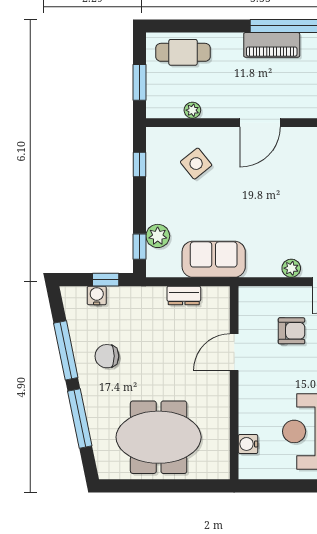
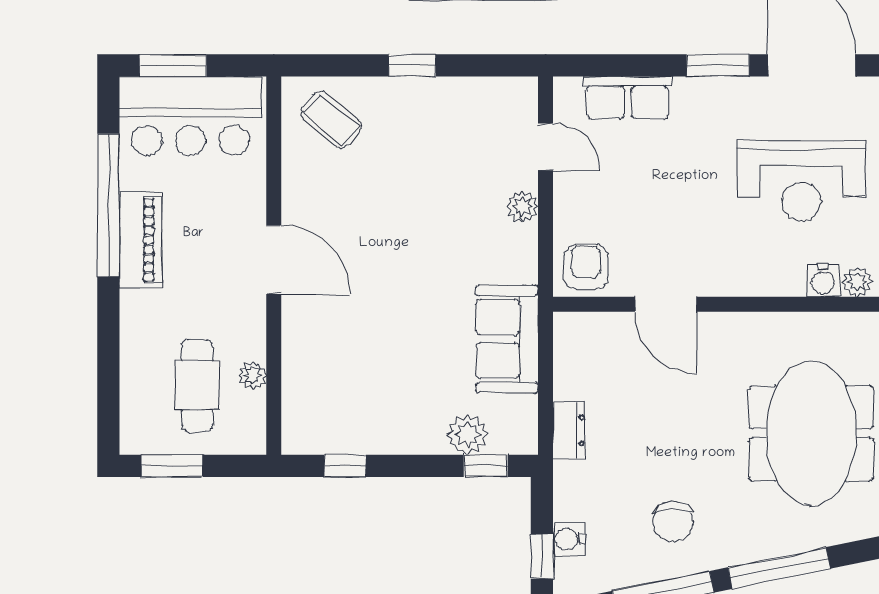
cafe table: (183, 52) -> (197, 386), moved
window: (140, 82) -> (172, 466), moved
side table: (196, 164) -> (344, 369), removed
window: (106, 280) -> (542, 556), moved
dresser: (184, 295) -> (569, 430), moved
armchair: (291, 331) -> (586, 267), moved
plant: (247, 464) -> (857, 282), added

